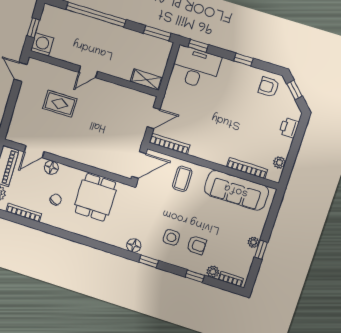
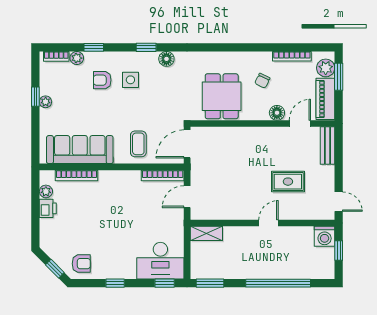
bench: (16, 125) -> (327, 146), added
printer: (289, 128) -> (48, 208), moved

